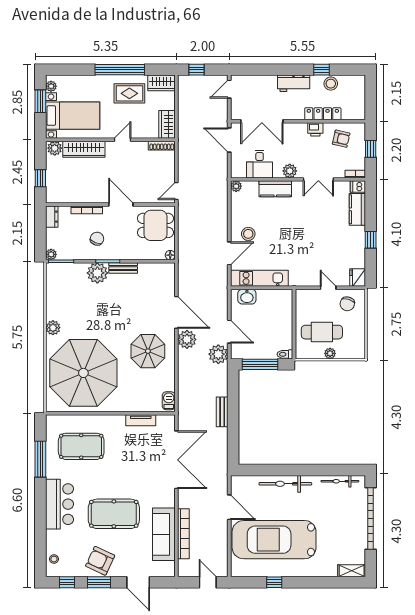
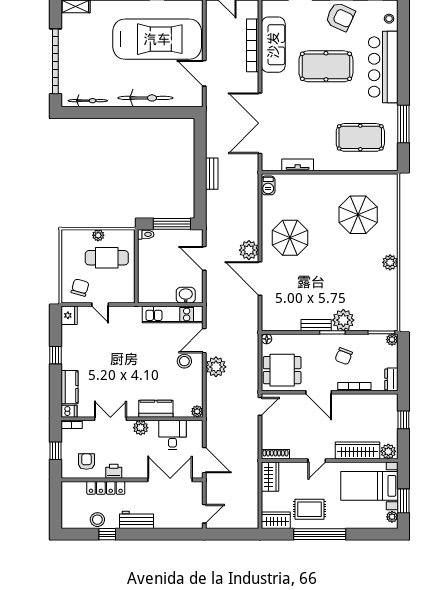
window: (197, 70) -> (239, 534), removed
armchair: (341, 139) -> (86, 462), turned 77
plant: (218, 354) -> (216, 367), moved
parasol: (83, 373) -> (358, 215), width x0.54, depth x0.54
bar counter: (59, 504) -> (383, 67), width x1.36

